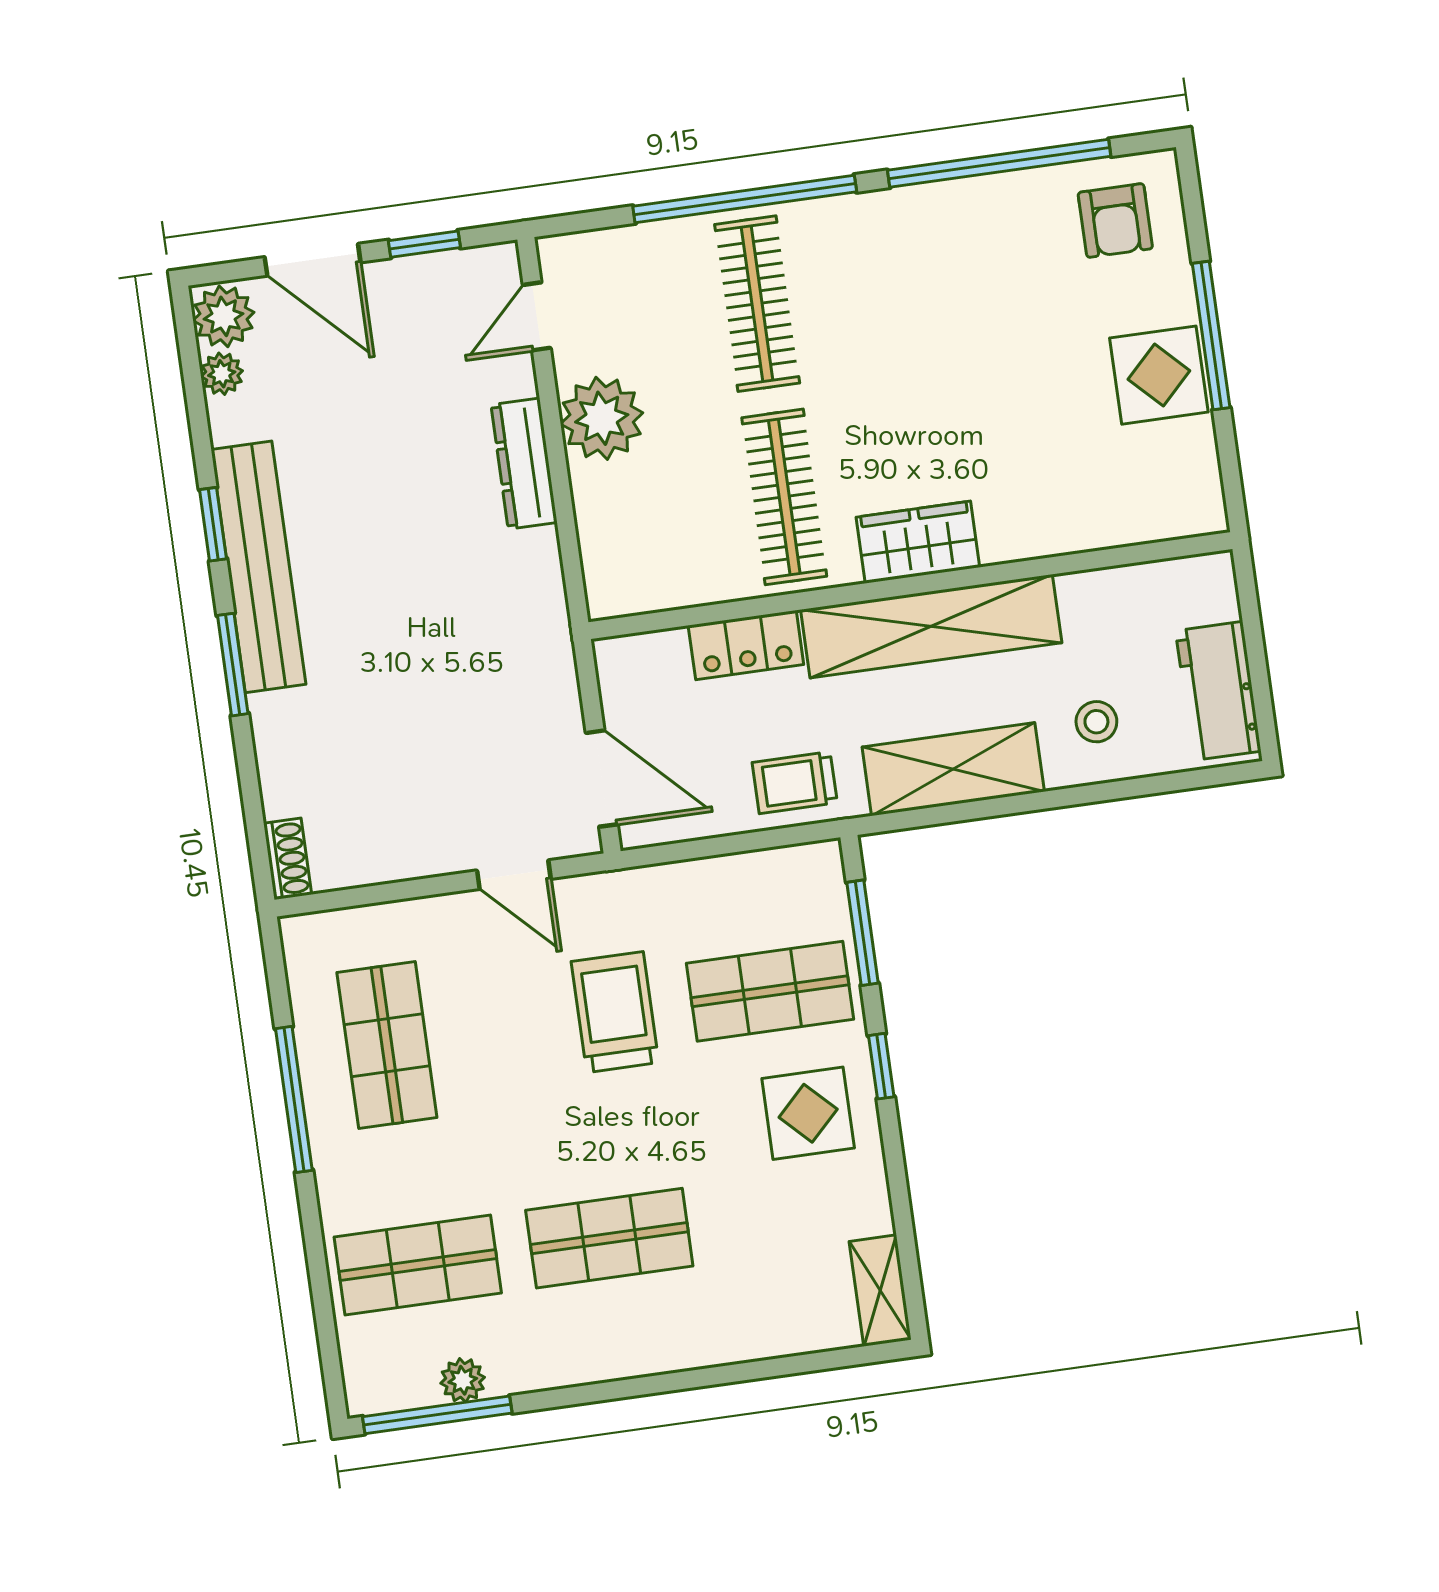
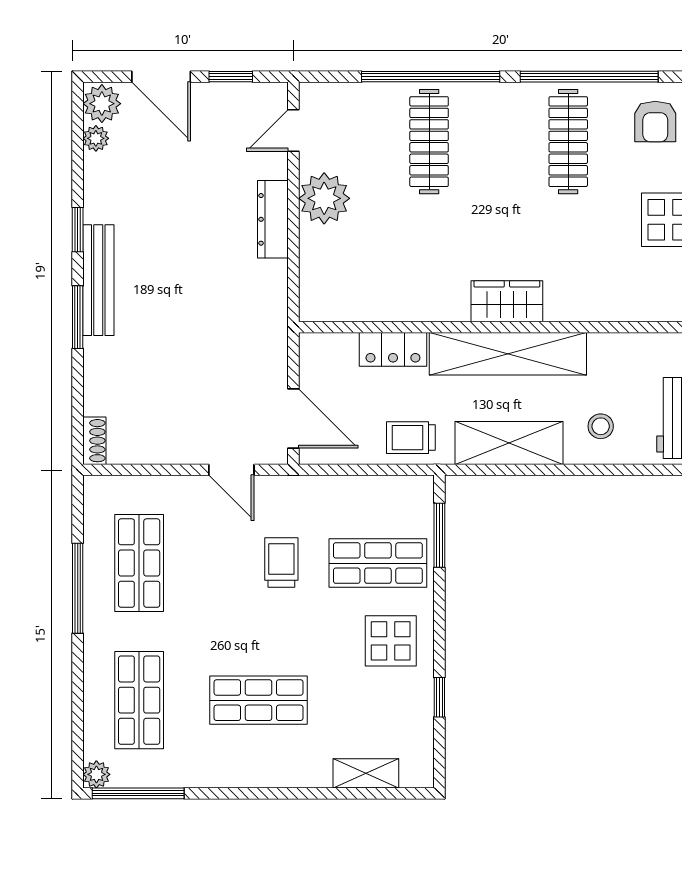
clothes rail: (784, 497) -> (568, 142), moved
bench: (258, 567) -> (98, 280), width x0.73, depth x0.82
trolley: (615, 1012) -> (281, 562), width x0.73, depth x0.72
window: (881, 1066) -> (439, 697), moved
shop shelf: (418, 1265) -> (139, 700), turned 90
shelving: (880, 1290) -> (366, 773), moved, turned 90
plant: (463, 1380) -> (96, 774), moved

